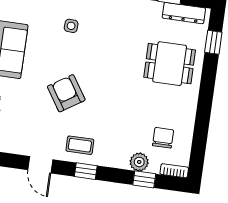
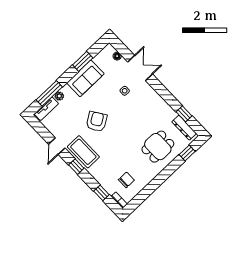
dining table: (170, 64) -> (158, 147), turned 90
coffee table: (80, 145) -> (83, 152), width x1.86, depth x1.72
plant: (139, 162) -> (106, 183), removed

